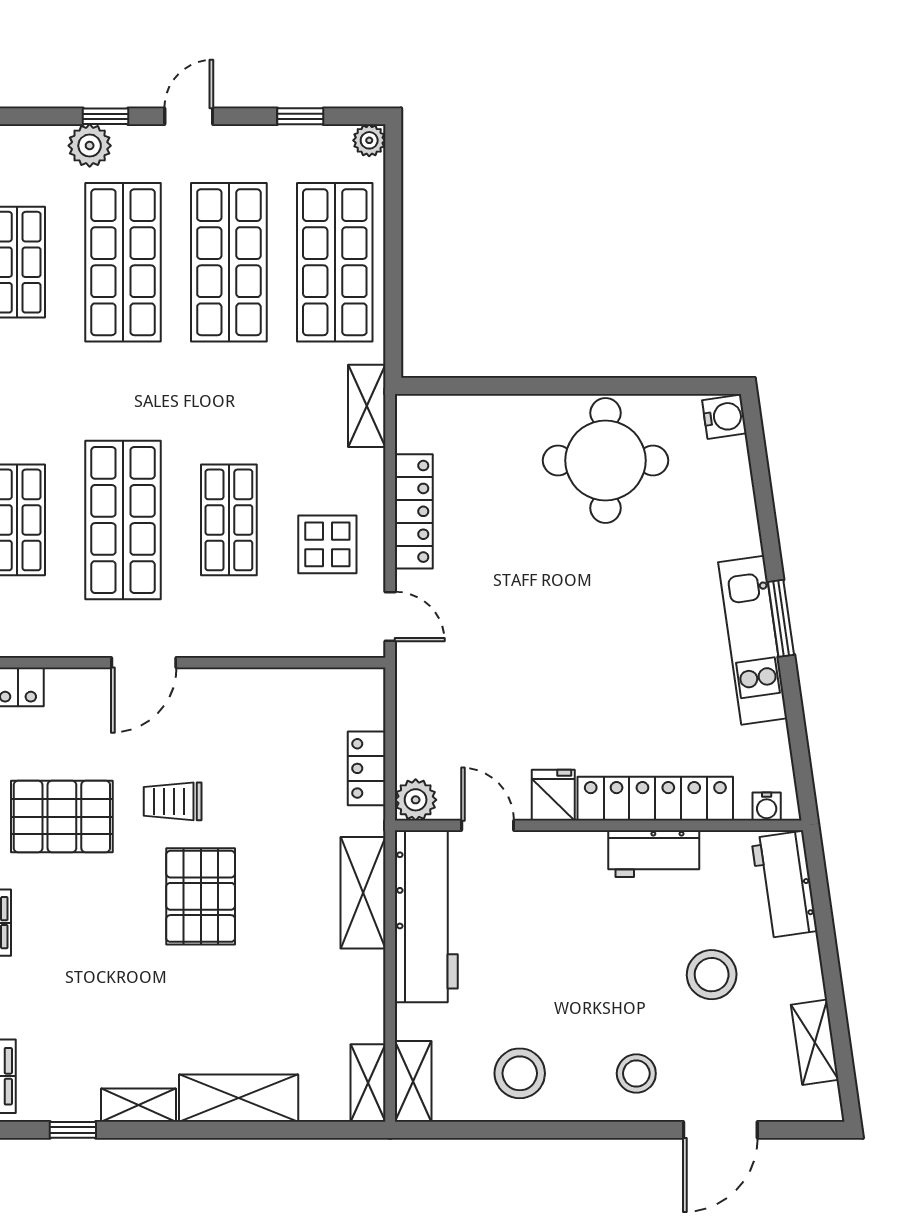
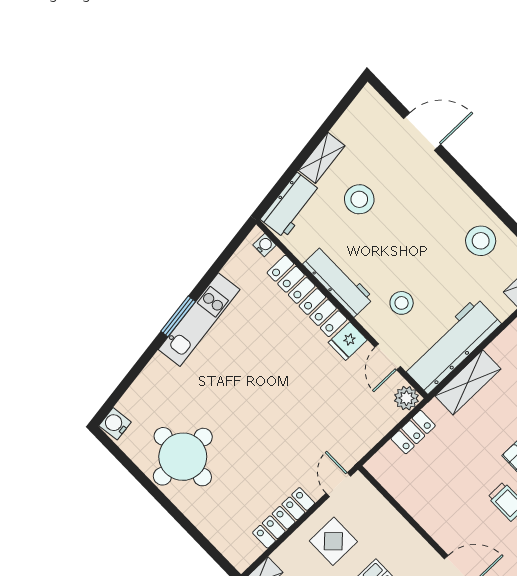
workbench: (654, 854) -> (338, 281), width x1.38
shelving: (815, 1042) -> (322, 158), moved
stool: (636, 1073) -> (402, 303), moved

